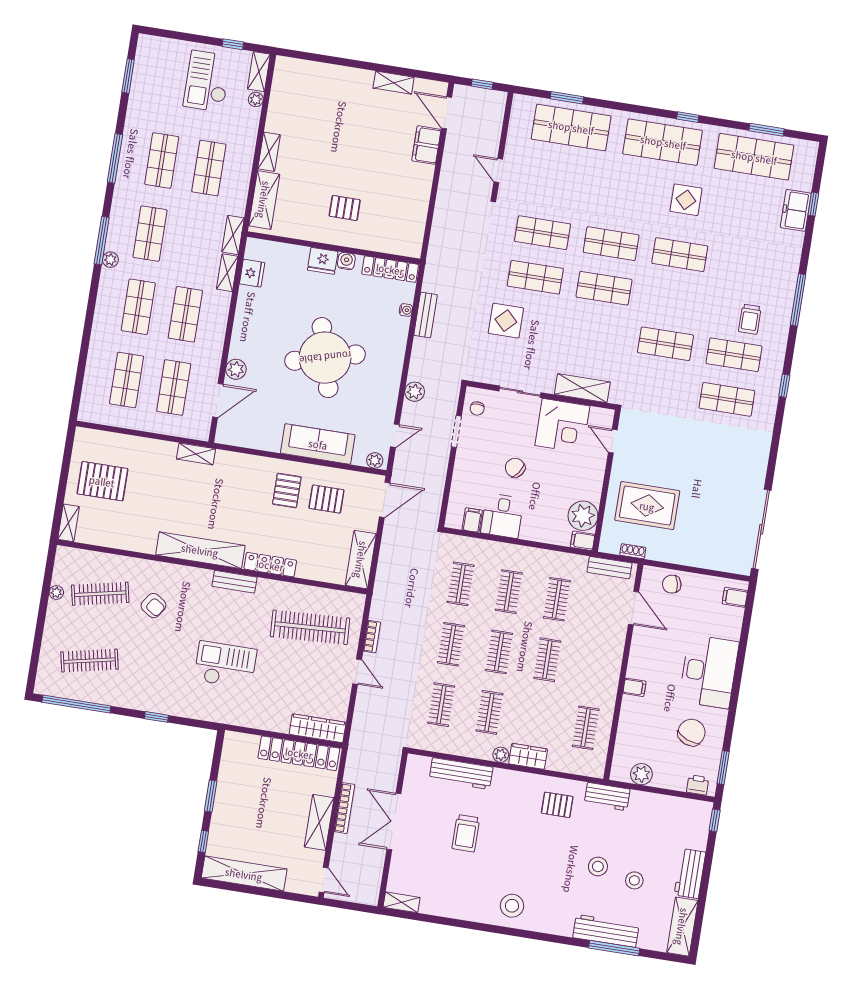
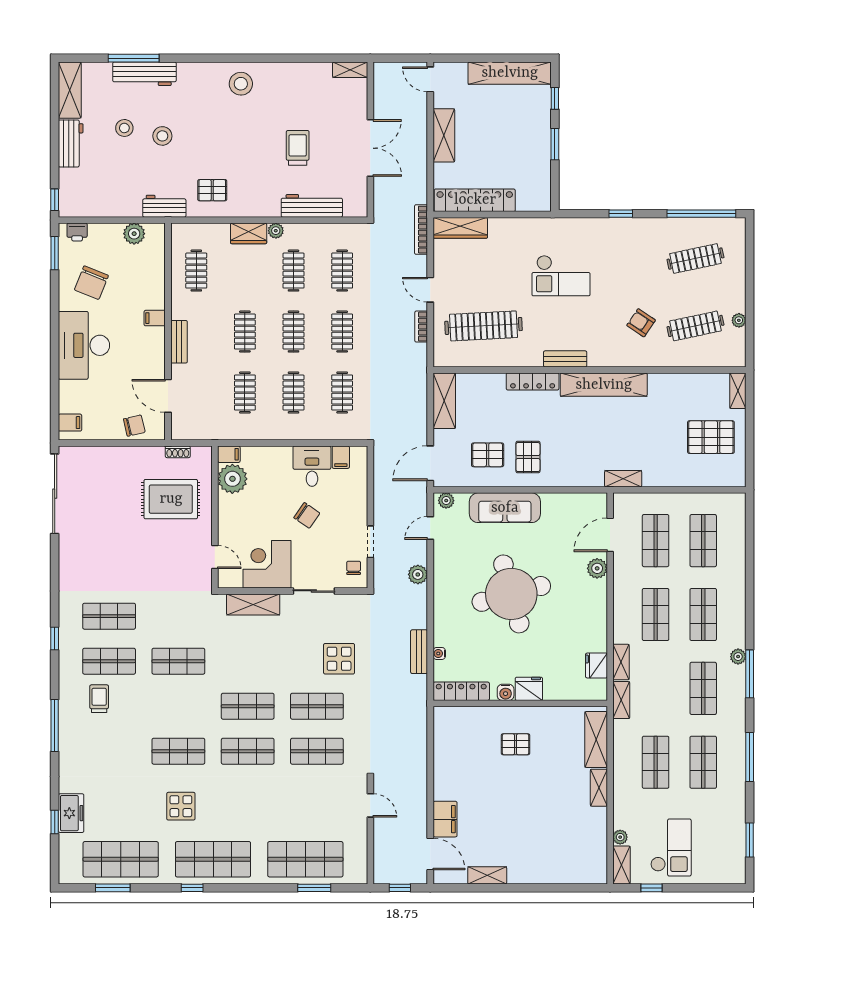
bench: (610, 568) -> (179, 342), moved, turned 90
bookcase: (345, 808) -> (421, 230), moved

